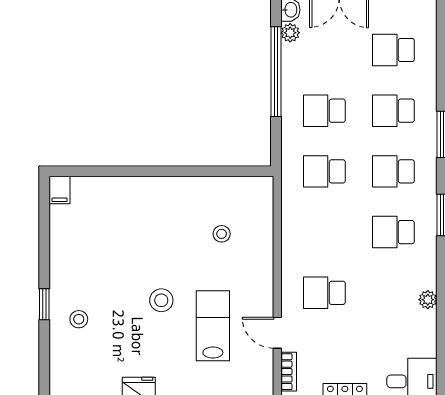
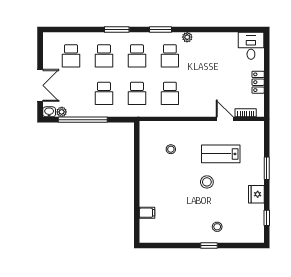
filing cabinet: (60, 190) -> (147, 213), moved
school desk: (324, 293) -> (170, 93), moved
plant: (428, 300) -> (187, 37), moved
door: (277, 333) -> (225, 119), swing flipped

